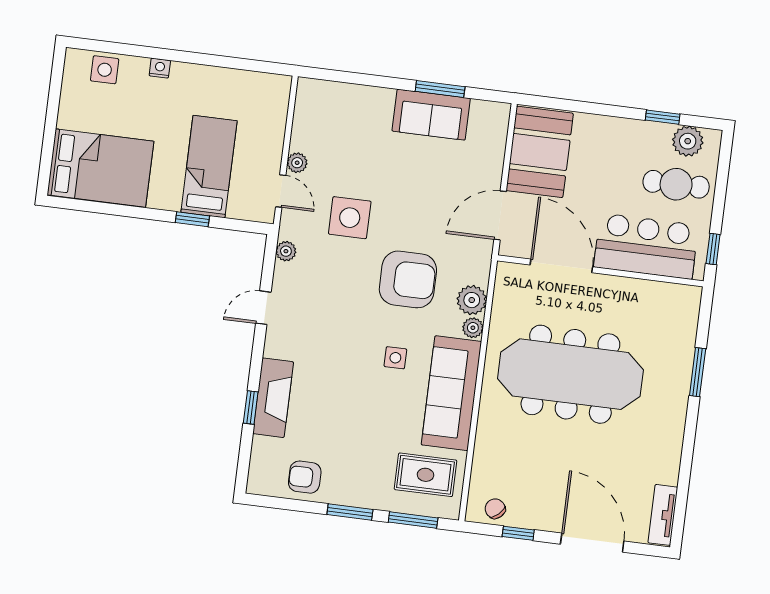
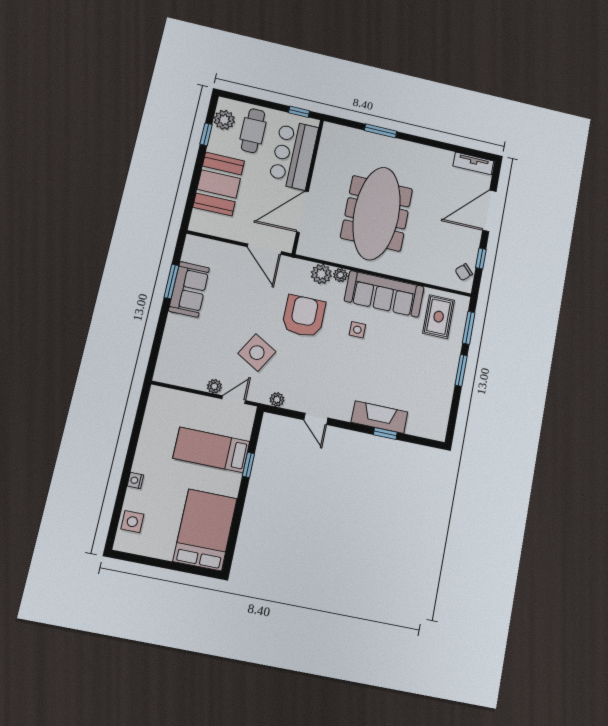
booth: (540, 152) -> (219, 184), moved, turned 90
side table: (350, 218) -> (257, 353), turned 30
armchair: (305, 477) -> (436, 400), removed

